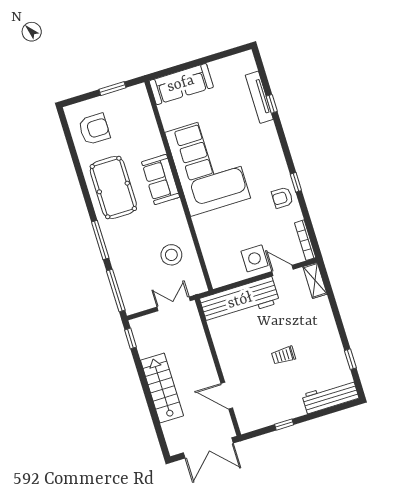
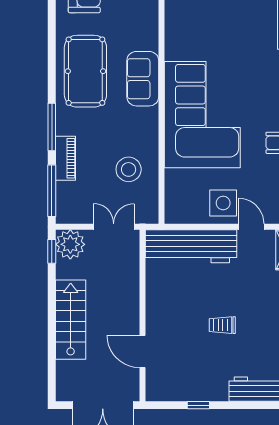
corner sofa: (208, 165) -> (202, 115), moved
piano: (119, 261) -> (65, 158), added
plant: (143, 328) -> (70, 244), added

